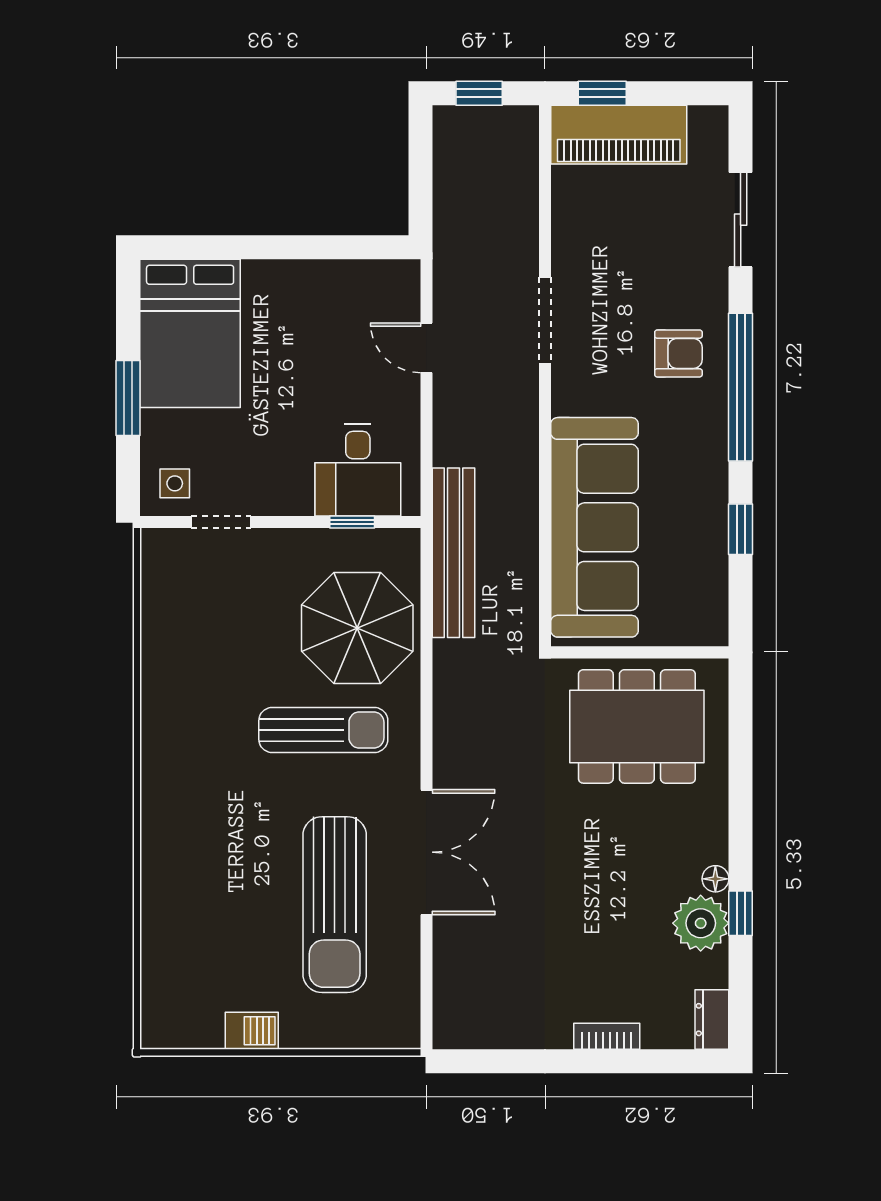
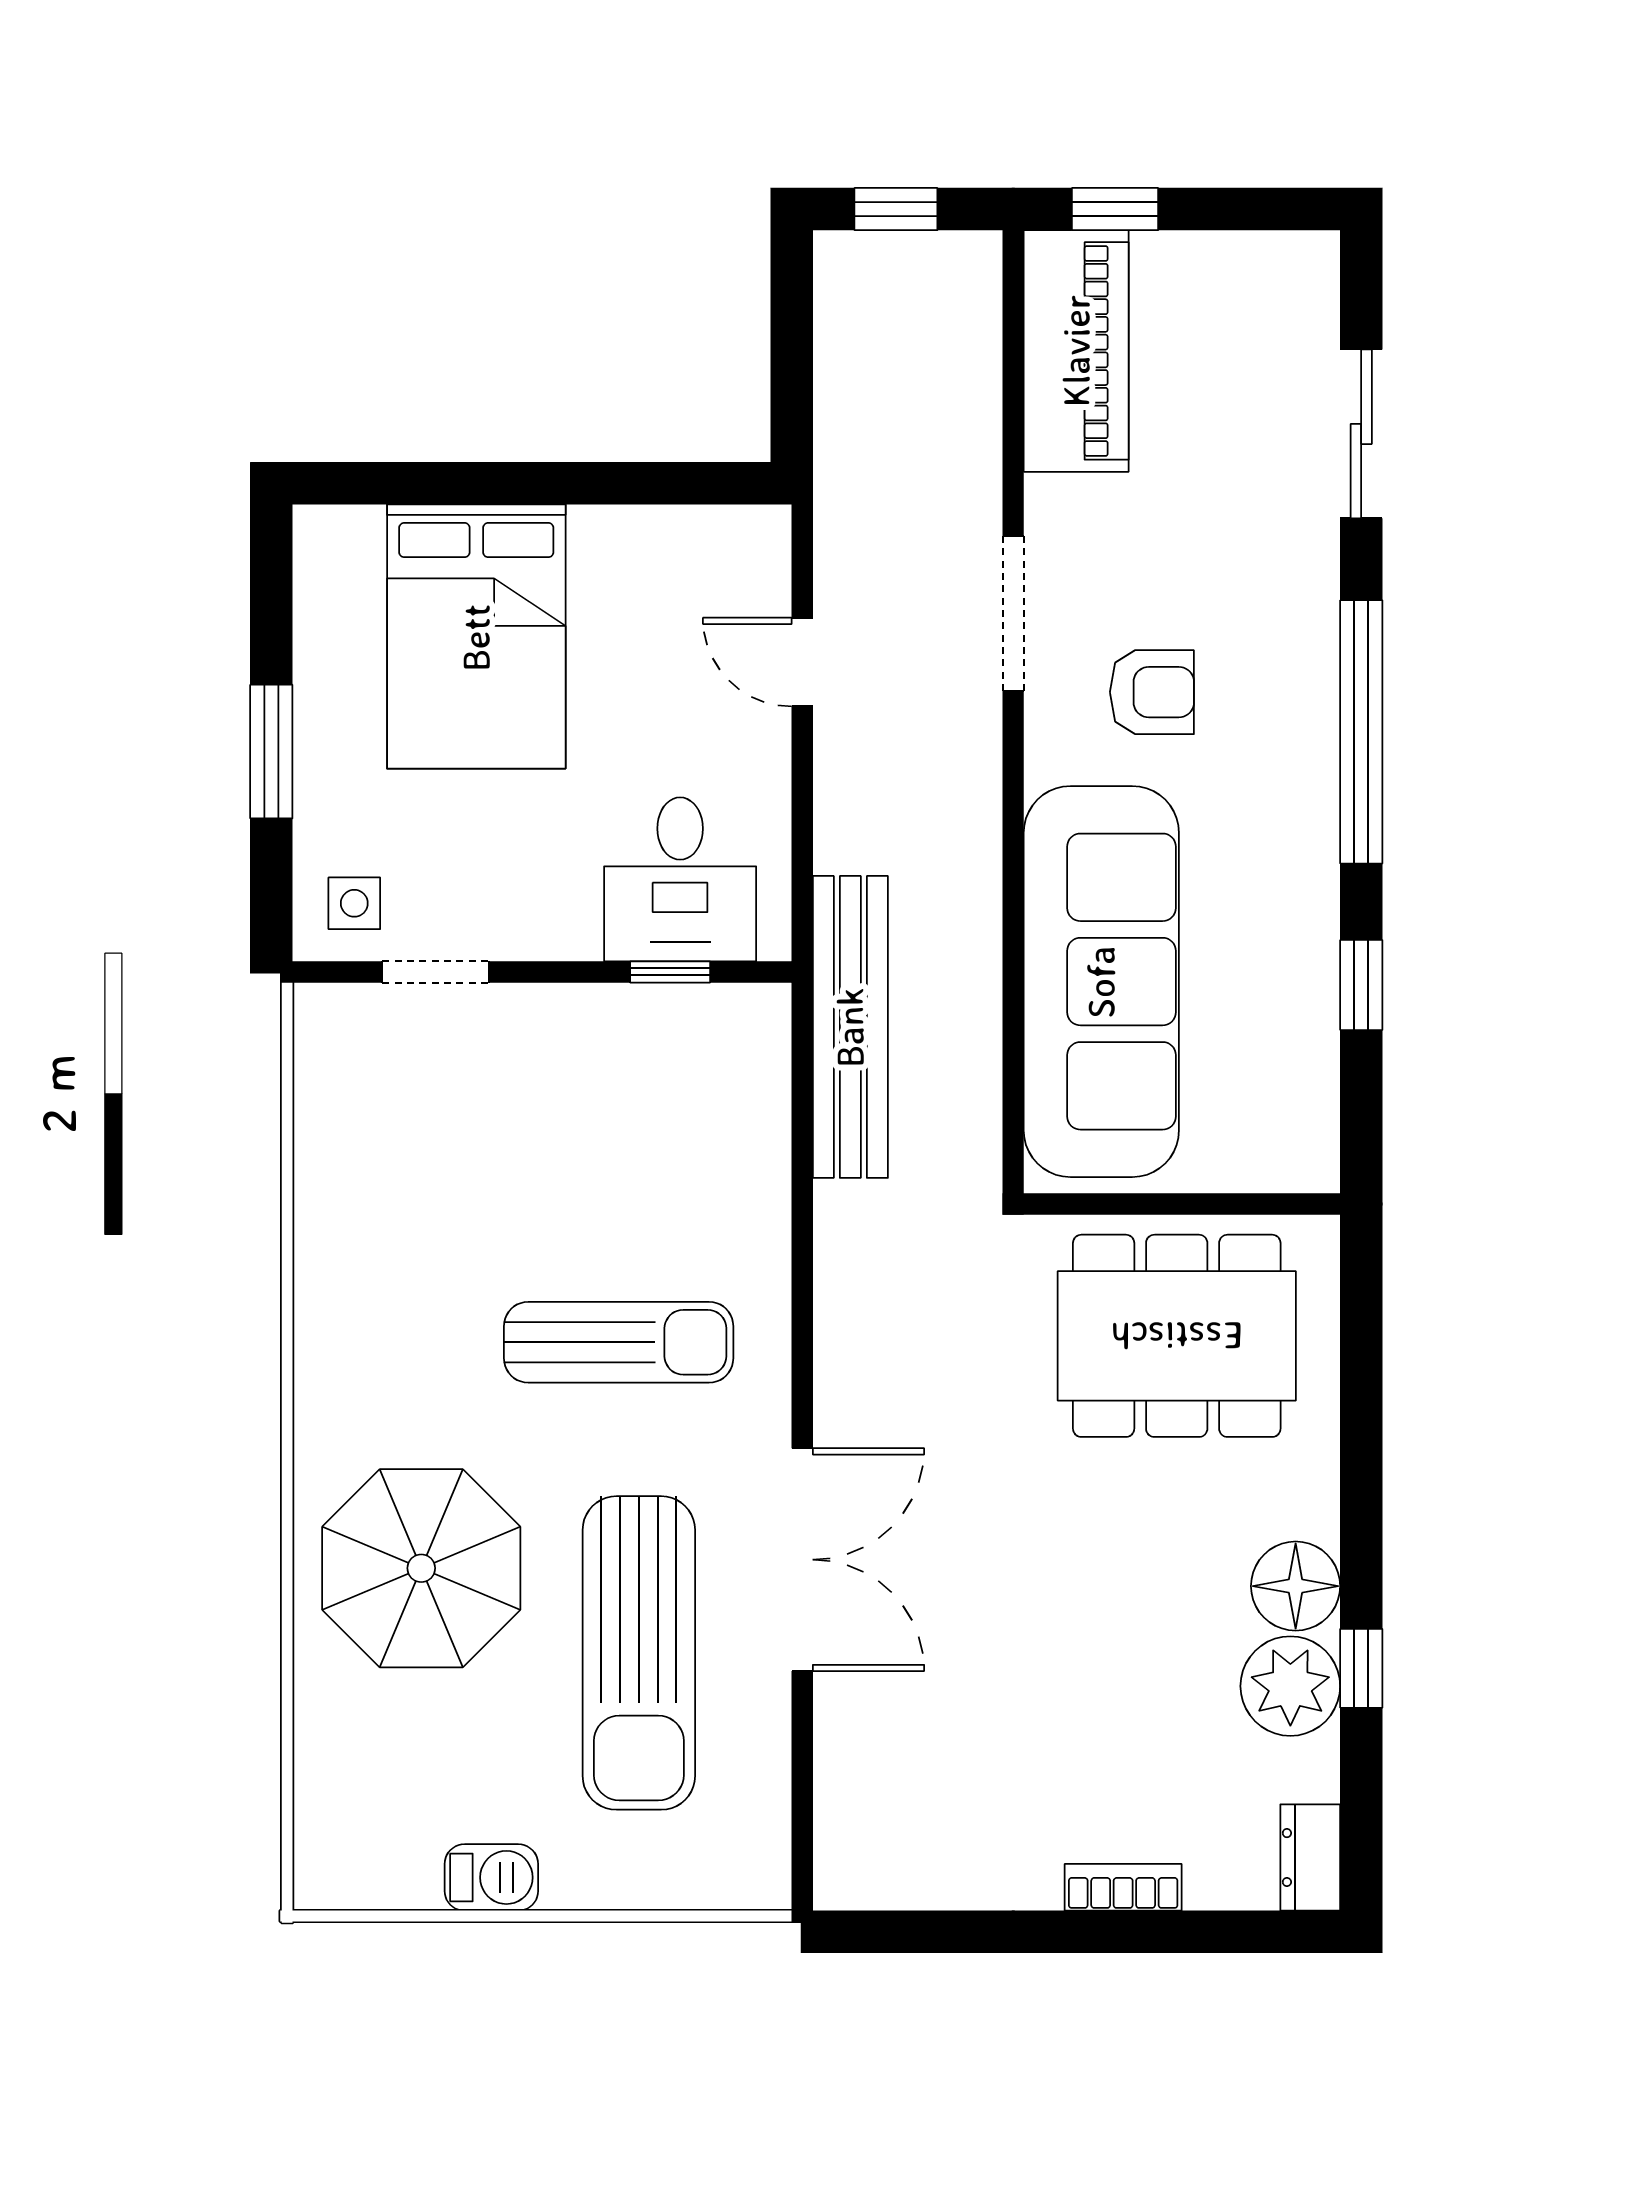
piano: (619, 135) -> (1076, 351), moved, turned -90
bed: (190, 333) -> (476, 637), moved
armchair: (678, 353) -> (1152, 692), moved
parasol: (357, 628) -> (421, 1568), moved
floor lamp: (715, 879) -> (1296, 1586), width x1.89, depth x1.89

